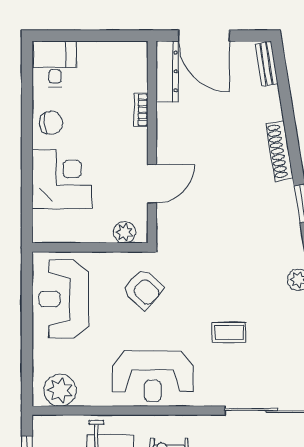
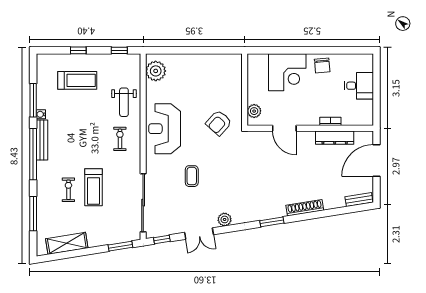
desk: (55, 64) -> (359, 86), moved
dresser: (167, 71) -> (335, 138), moved
reception desk: (64, 299) -> (213, 73), removed

